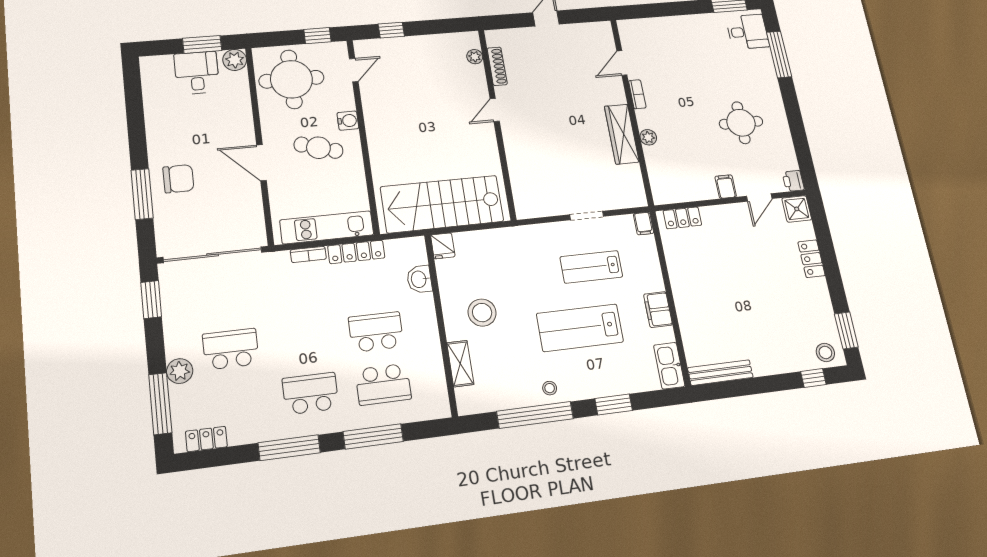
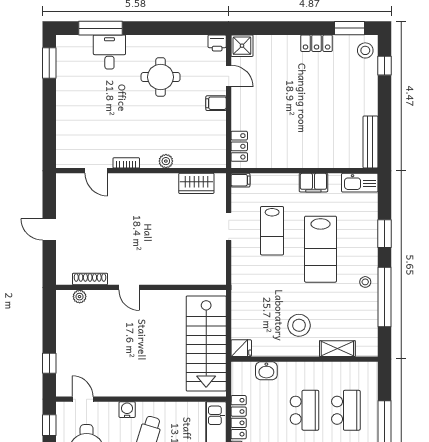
desk: (748, 32) -> (109, 52), moved
wardrobe: (622, 134) -> (196, 183), moved, width x0.67
locker: (812, 259) -> (317, 43), moved
school desk: (376, 332) -> (304, 410), turned 180

